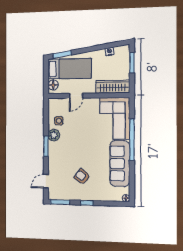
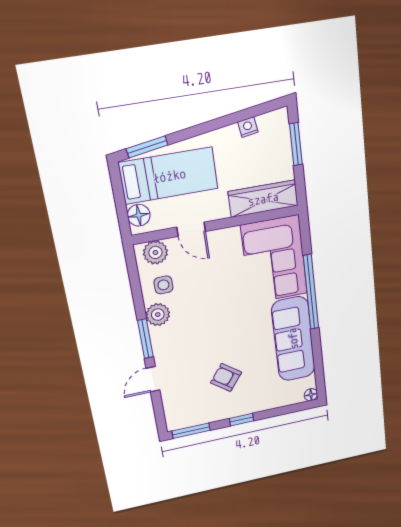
door: (76, 96) -> (191, 229), hinge flipped
plant: (58, 104) -> (155, 252), added
door: (46, 181) -> (153, 379), moved

